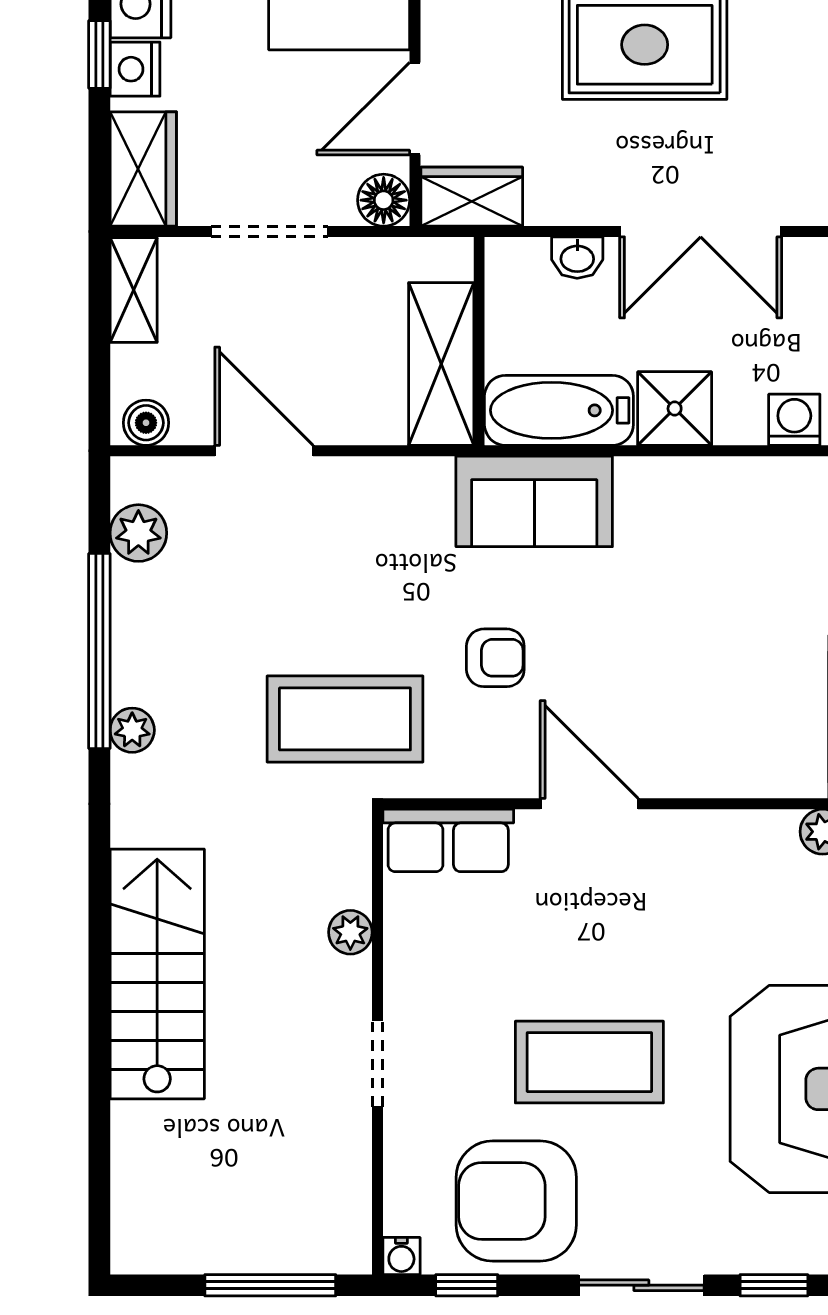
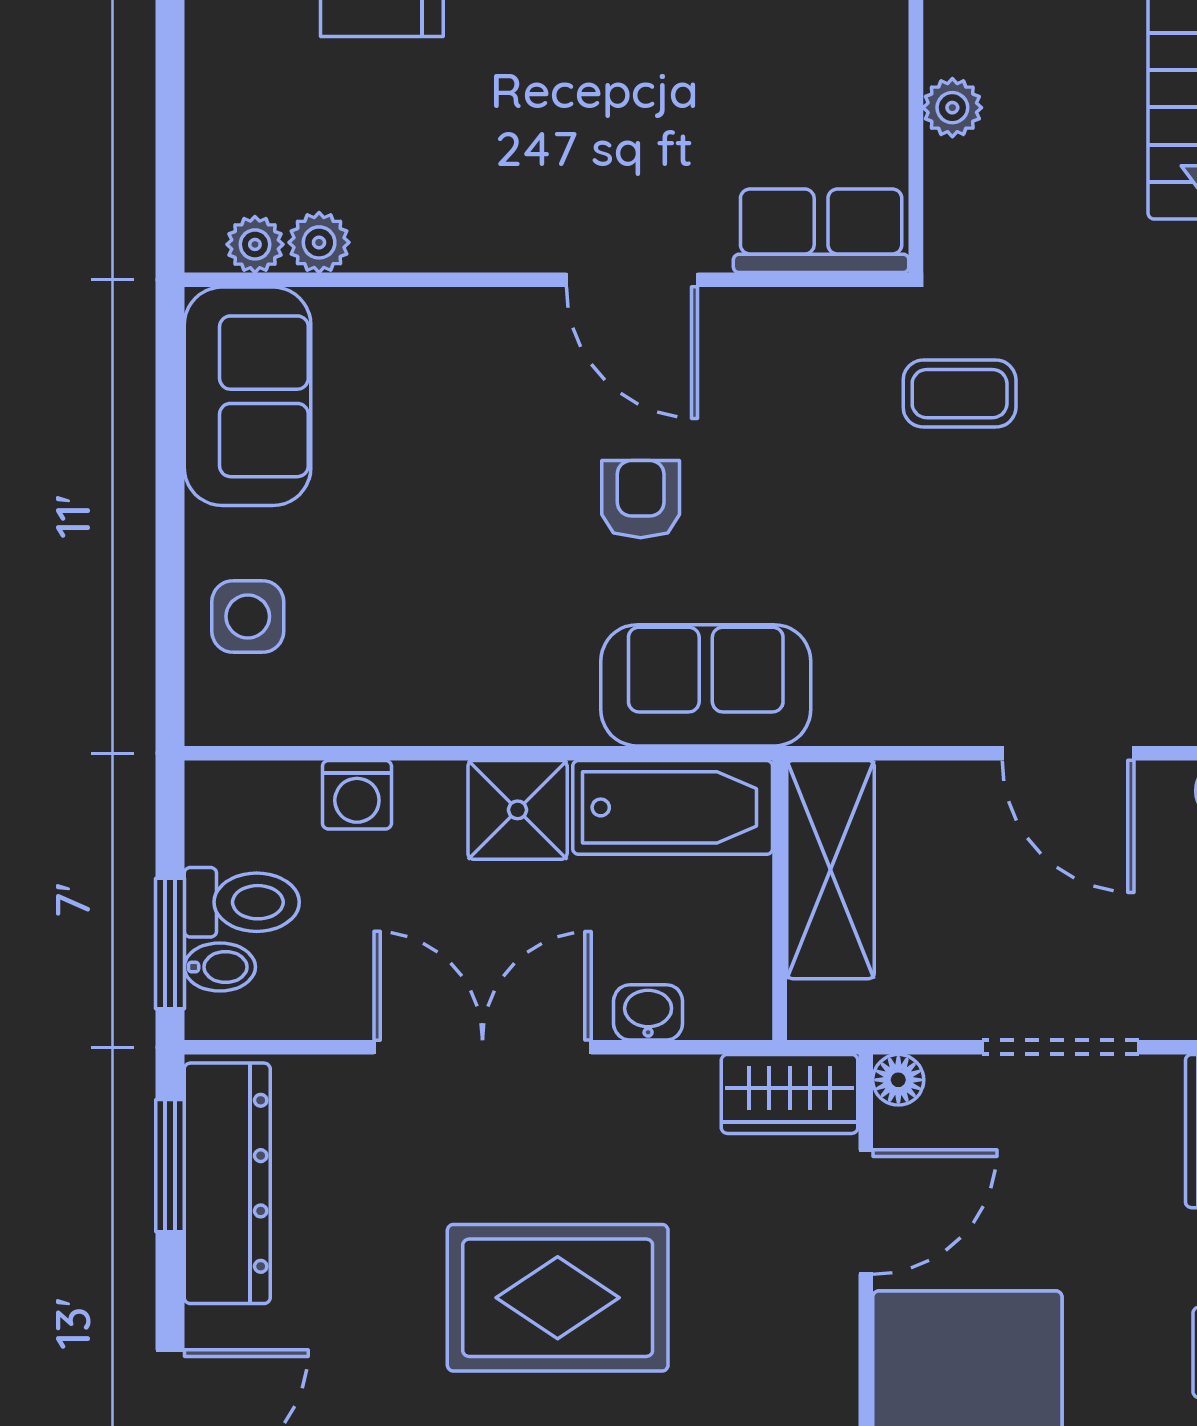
floor lamp: (384, 200) -> (898, 1080), width x0.73, depth x0.73
armchair: (495, 658) -> (641, 499), moved, turned 90
coffee table: (345, 719) -> (960, 394), width x0.54, depth x0.58

